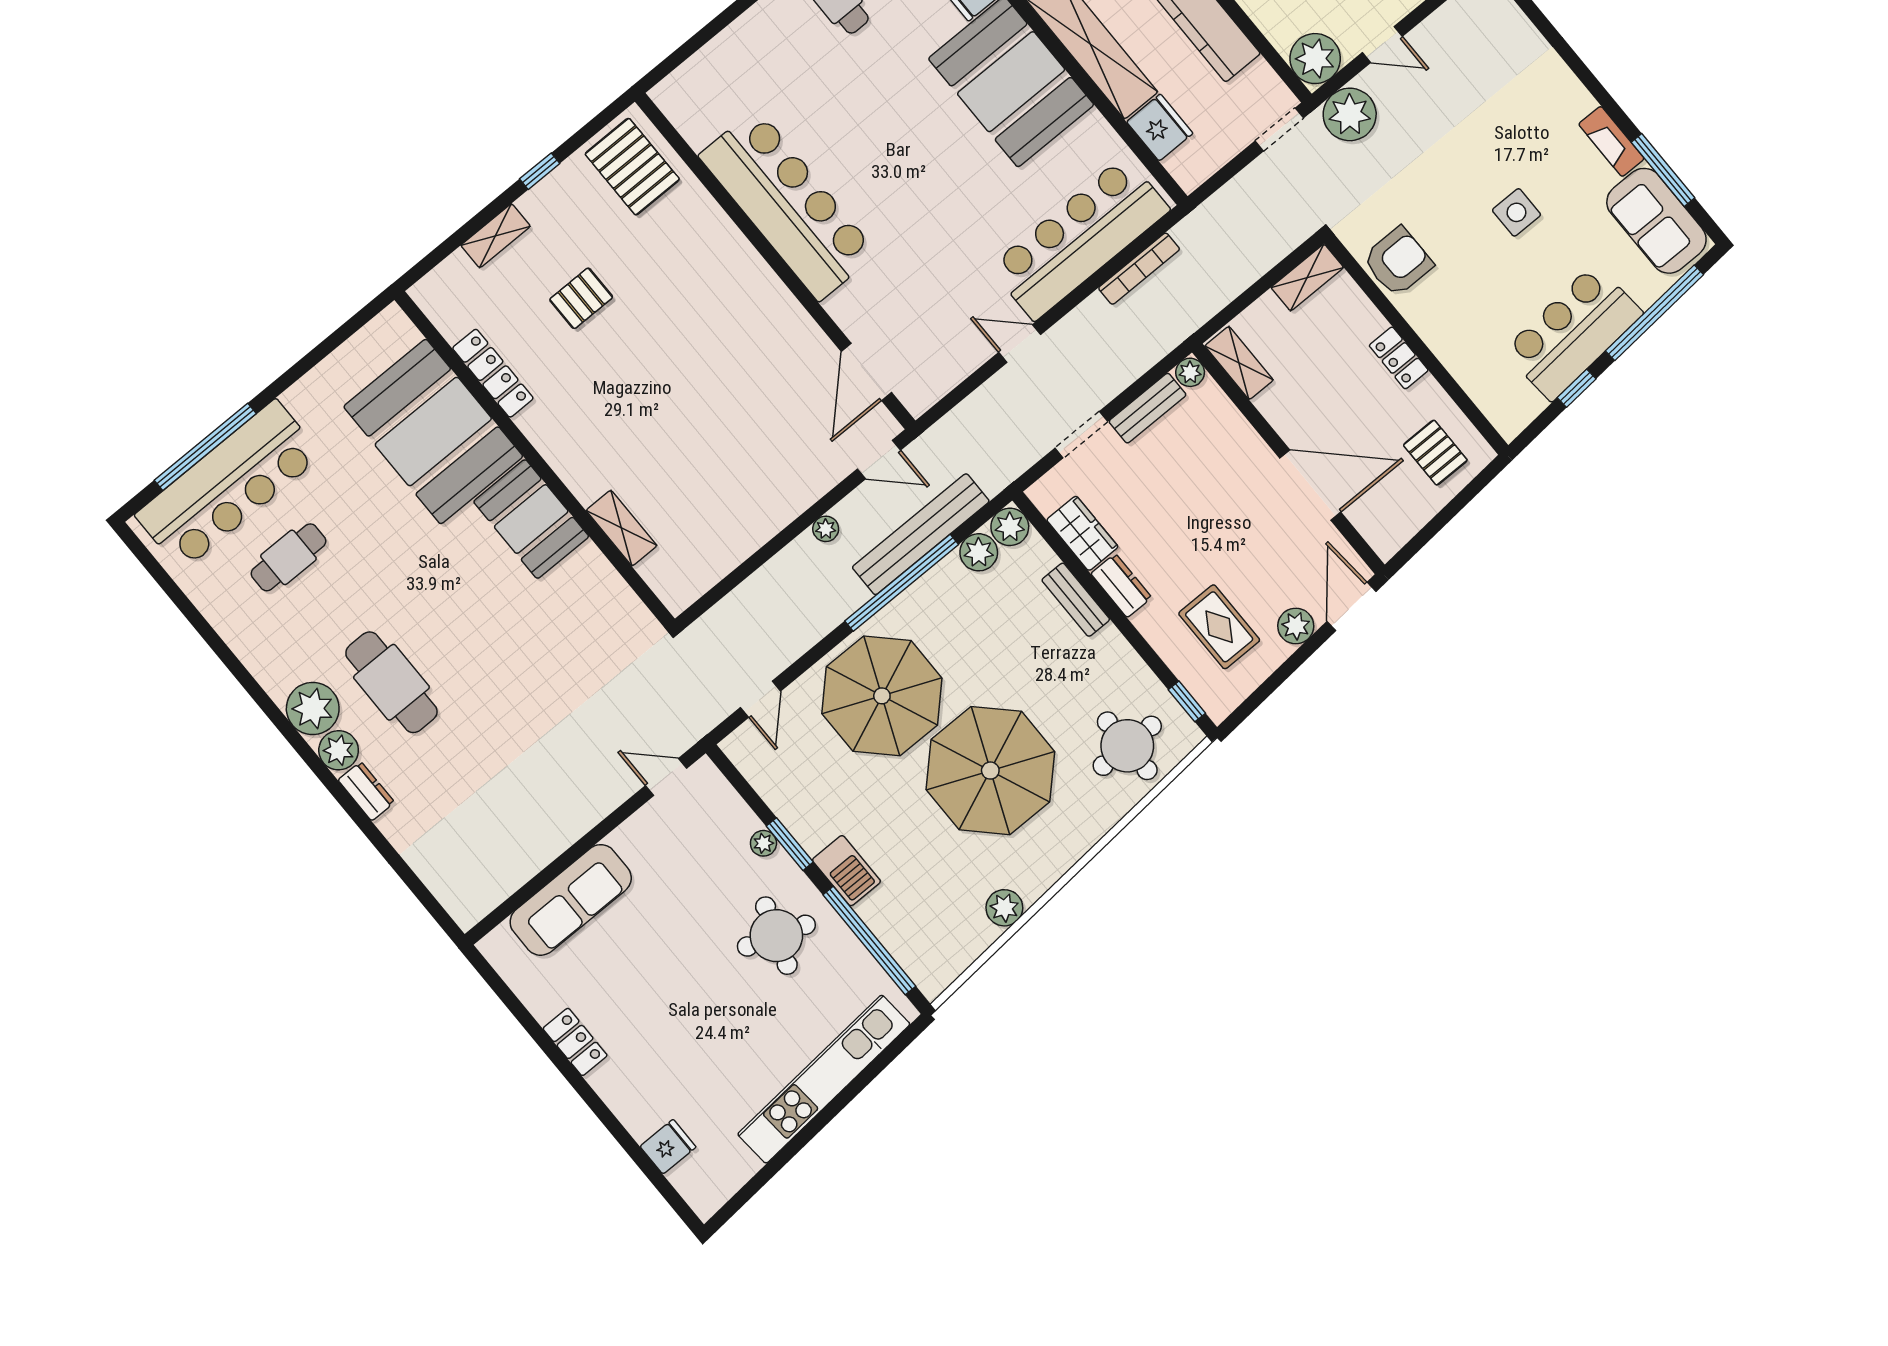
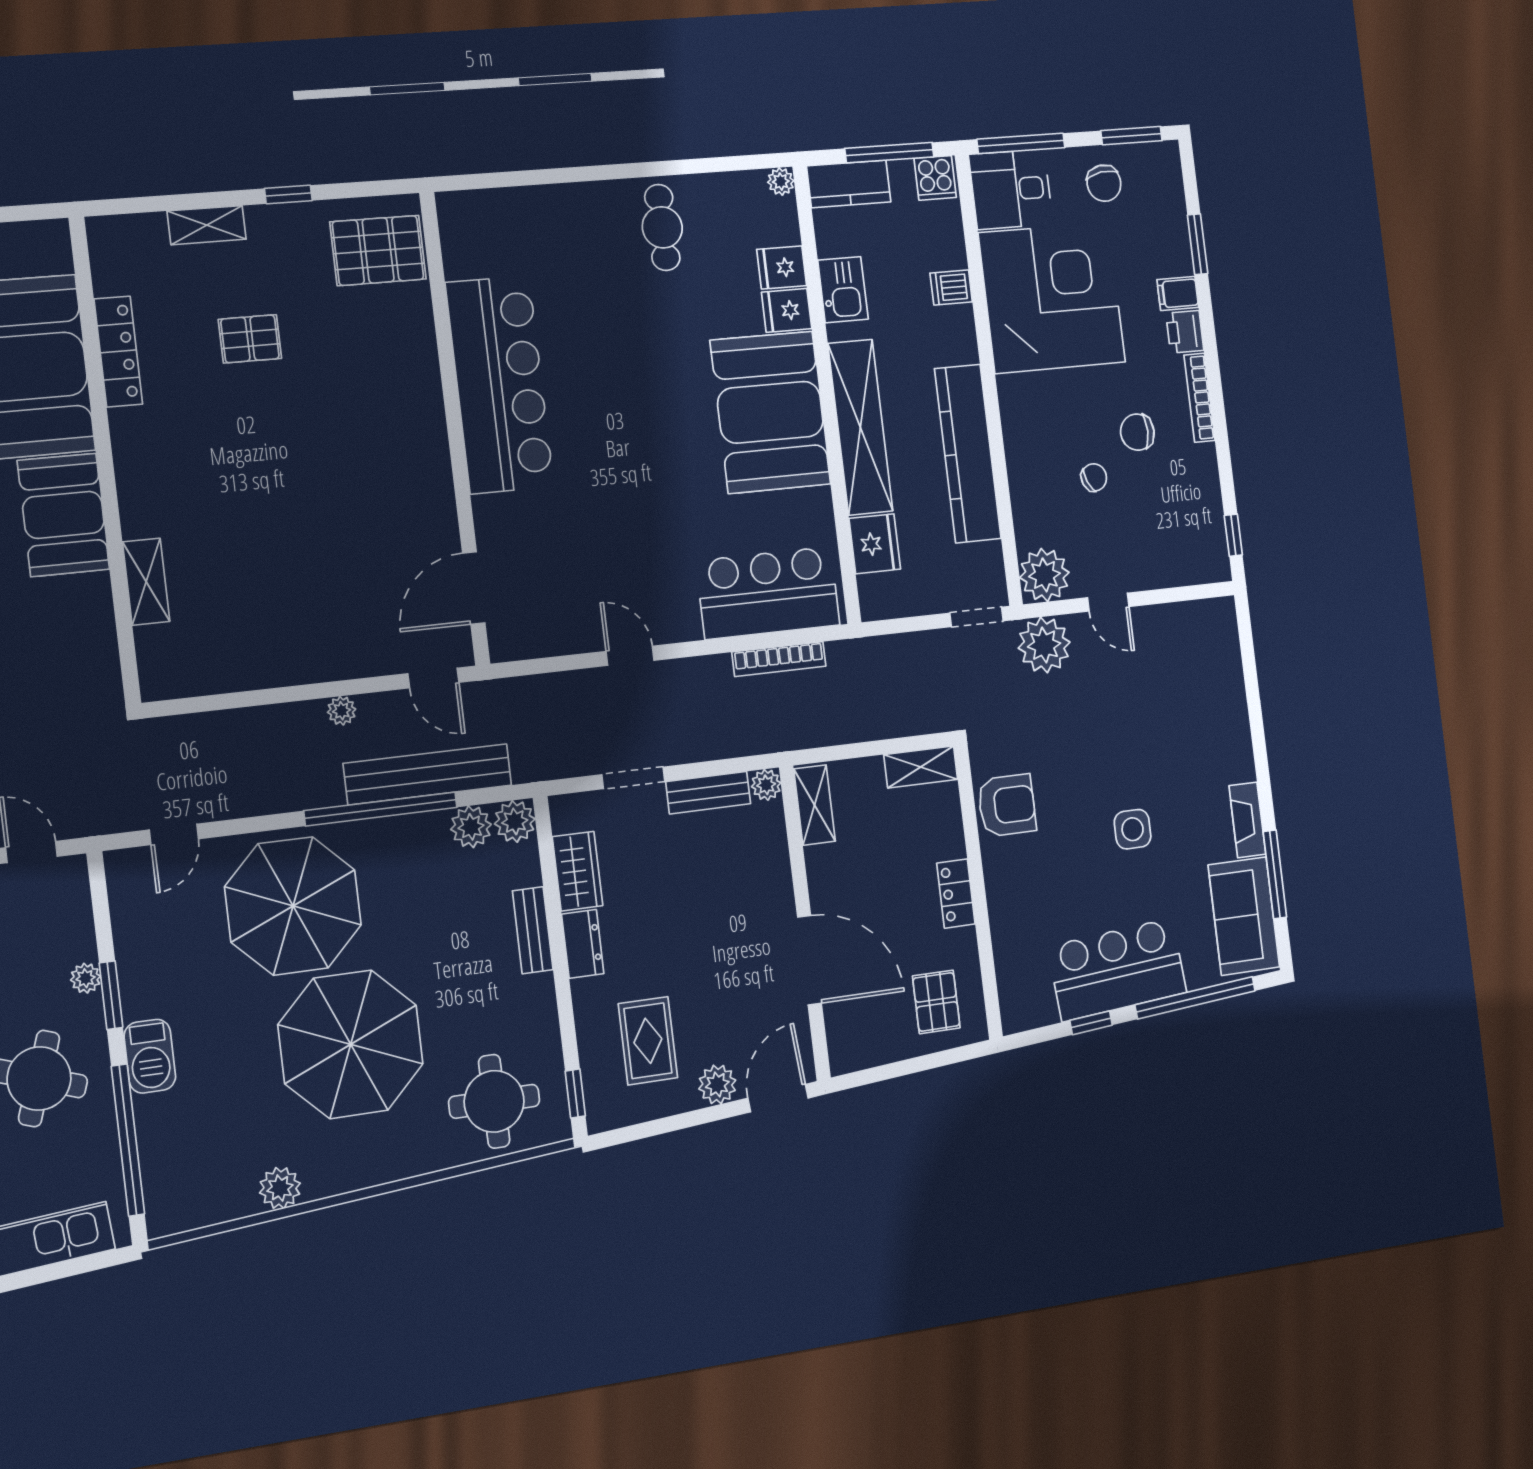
pallet: (632, 167) -> (378, 250), turned 90
bar counter: (1080, 238) -> (768, 593), width x0.73

